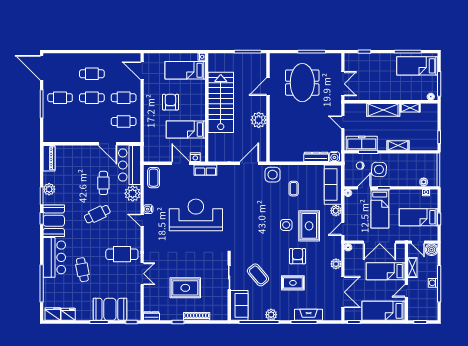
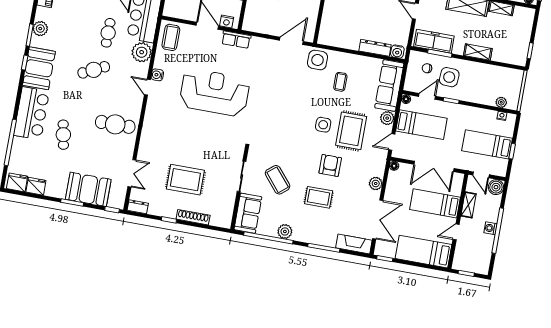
bed: (380, 209) -> (421, 125), moved, turned -90
double door: (142, 274) -> (132, 173), moved
fireplace: (309, 315) -> (354, 244), moved

